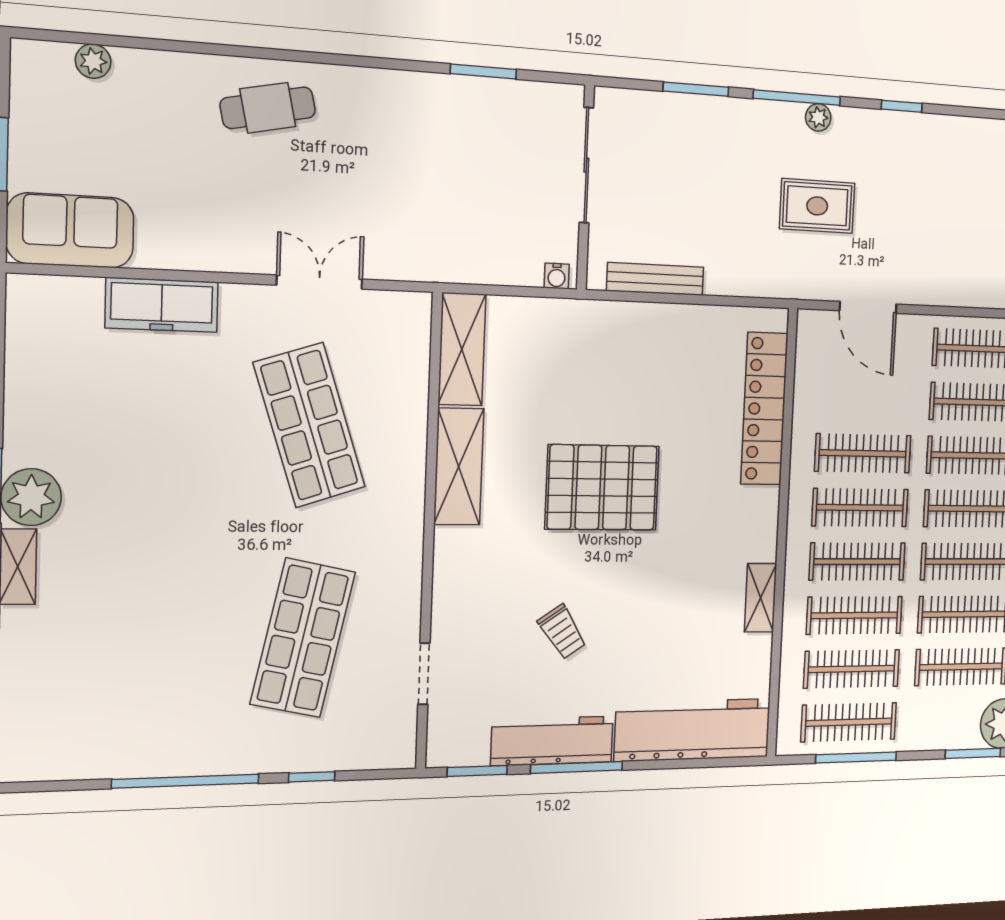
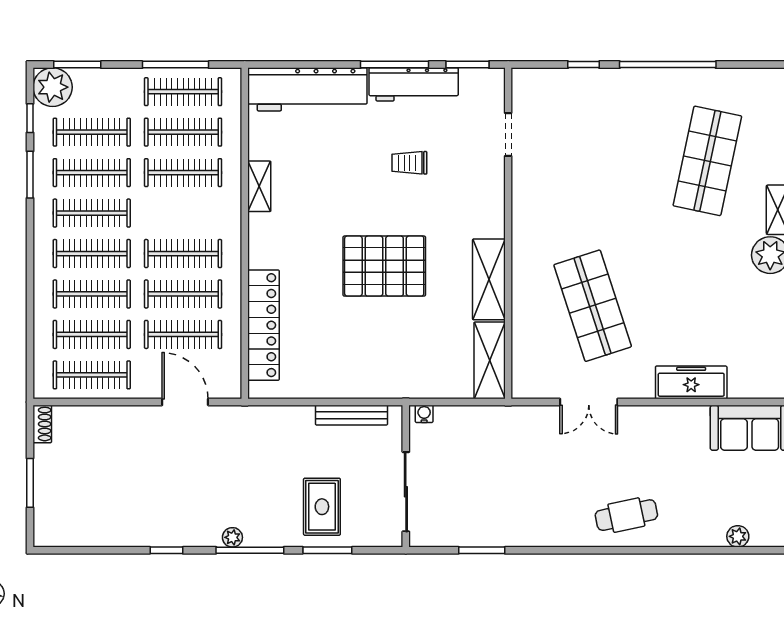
rug: (817, 206) -> (322, 507), moved, turned 90
clothes rail: (857, 562) -> (183, 334), moved
trolley: (562, 632) -> (409, 163), turned -56
shop shelf: (303, 638) -> (707, 161), moved

